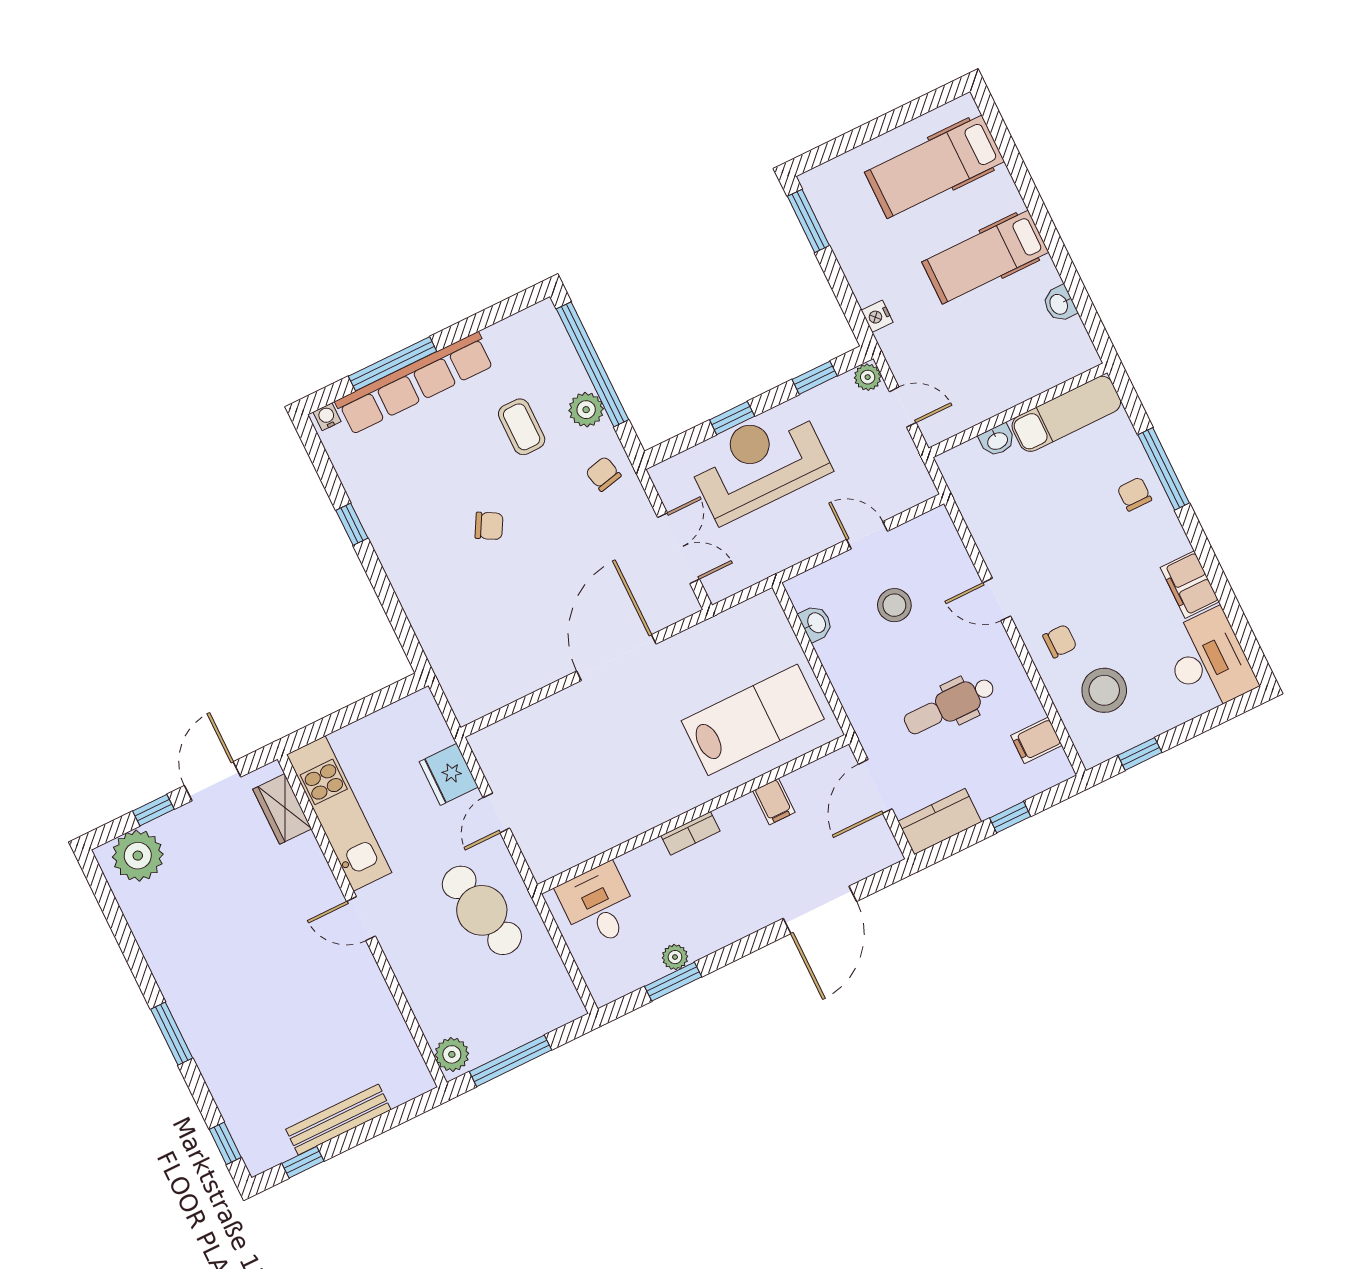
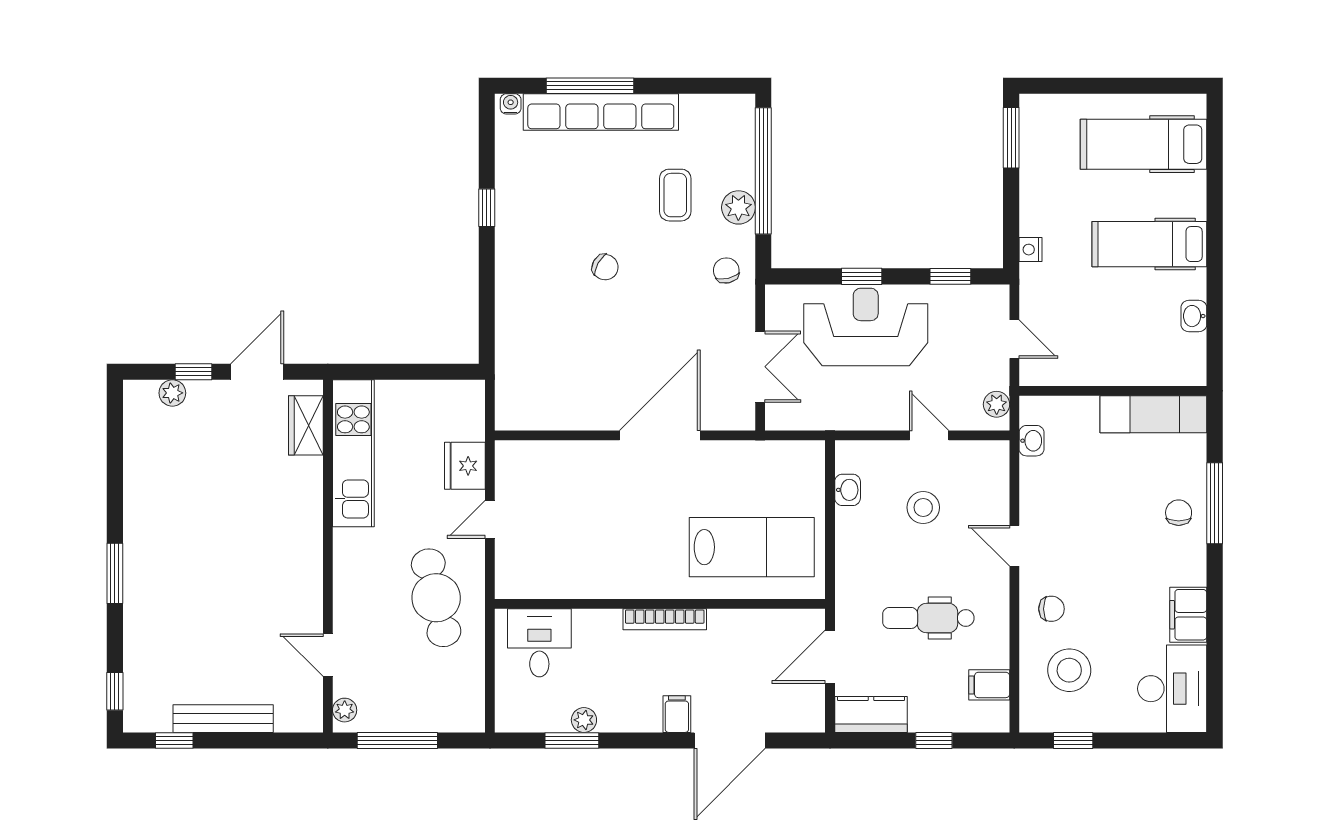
plant: (868, 377) -> (997, 404), moved
washbasin: (997, 440) -> (1032, 441), moved, turned -90
filing cabinet: (774, 802) -> (677, 714), moved, turned 180
bookcase: (691, 833) -> (665, 619), width x1.56
plant: (138, 856) -> (172, 393), width x0.53, depth x0.53
door: (361, 919) -> (328, 655), moved
plant: (452, 1054) -> (345, 710), width x0.73, depth x0.73

